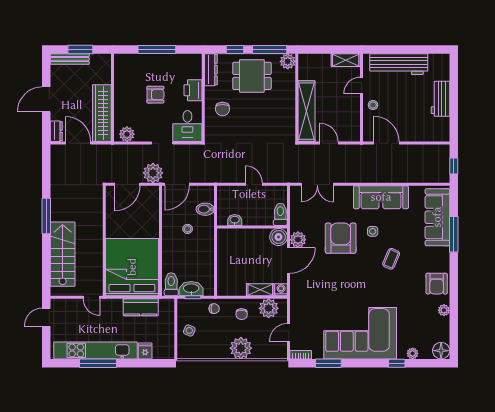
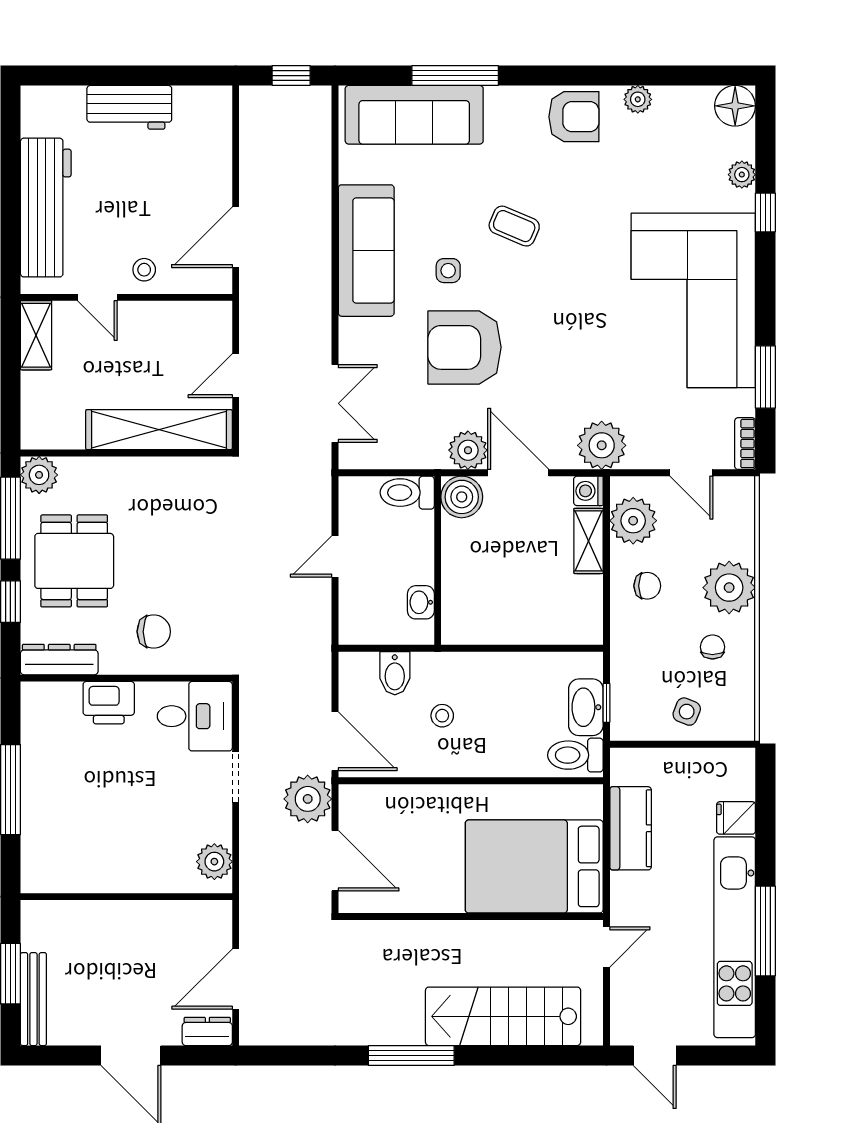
armchair: (155, 95) -> (119, 793), removed
wardrobe: (102, 113) -> (164, 922), removed
bed: (132, 267) -> (534, 866), width x0.73
plant: (300, 295) -> (602, 445), added
chair: (214, 309) -> (712, 647), moved

